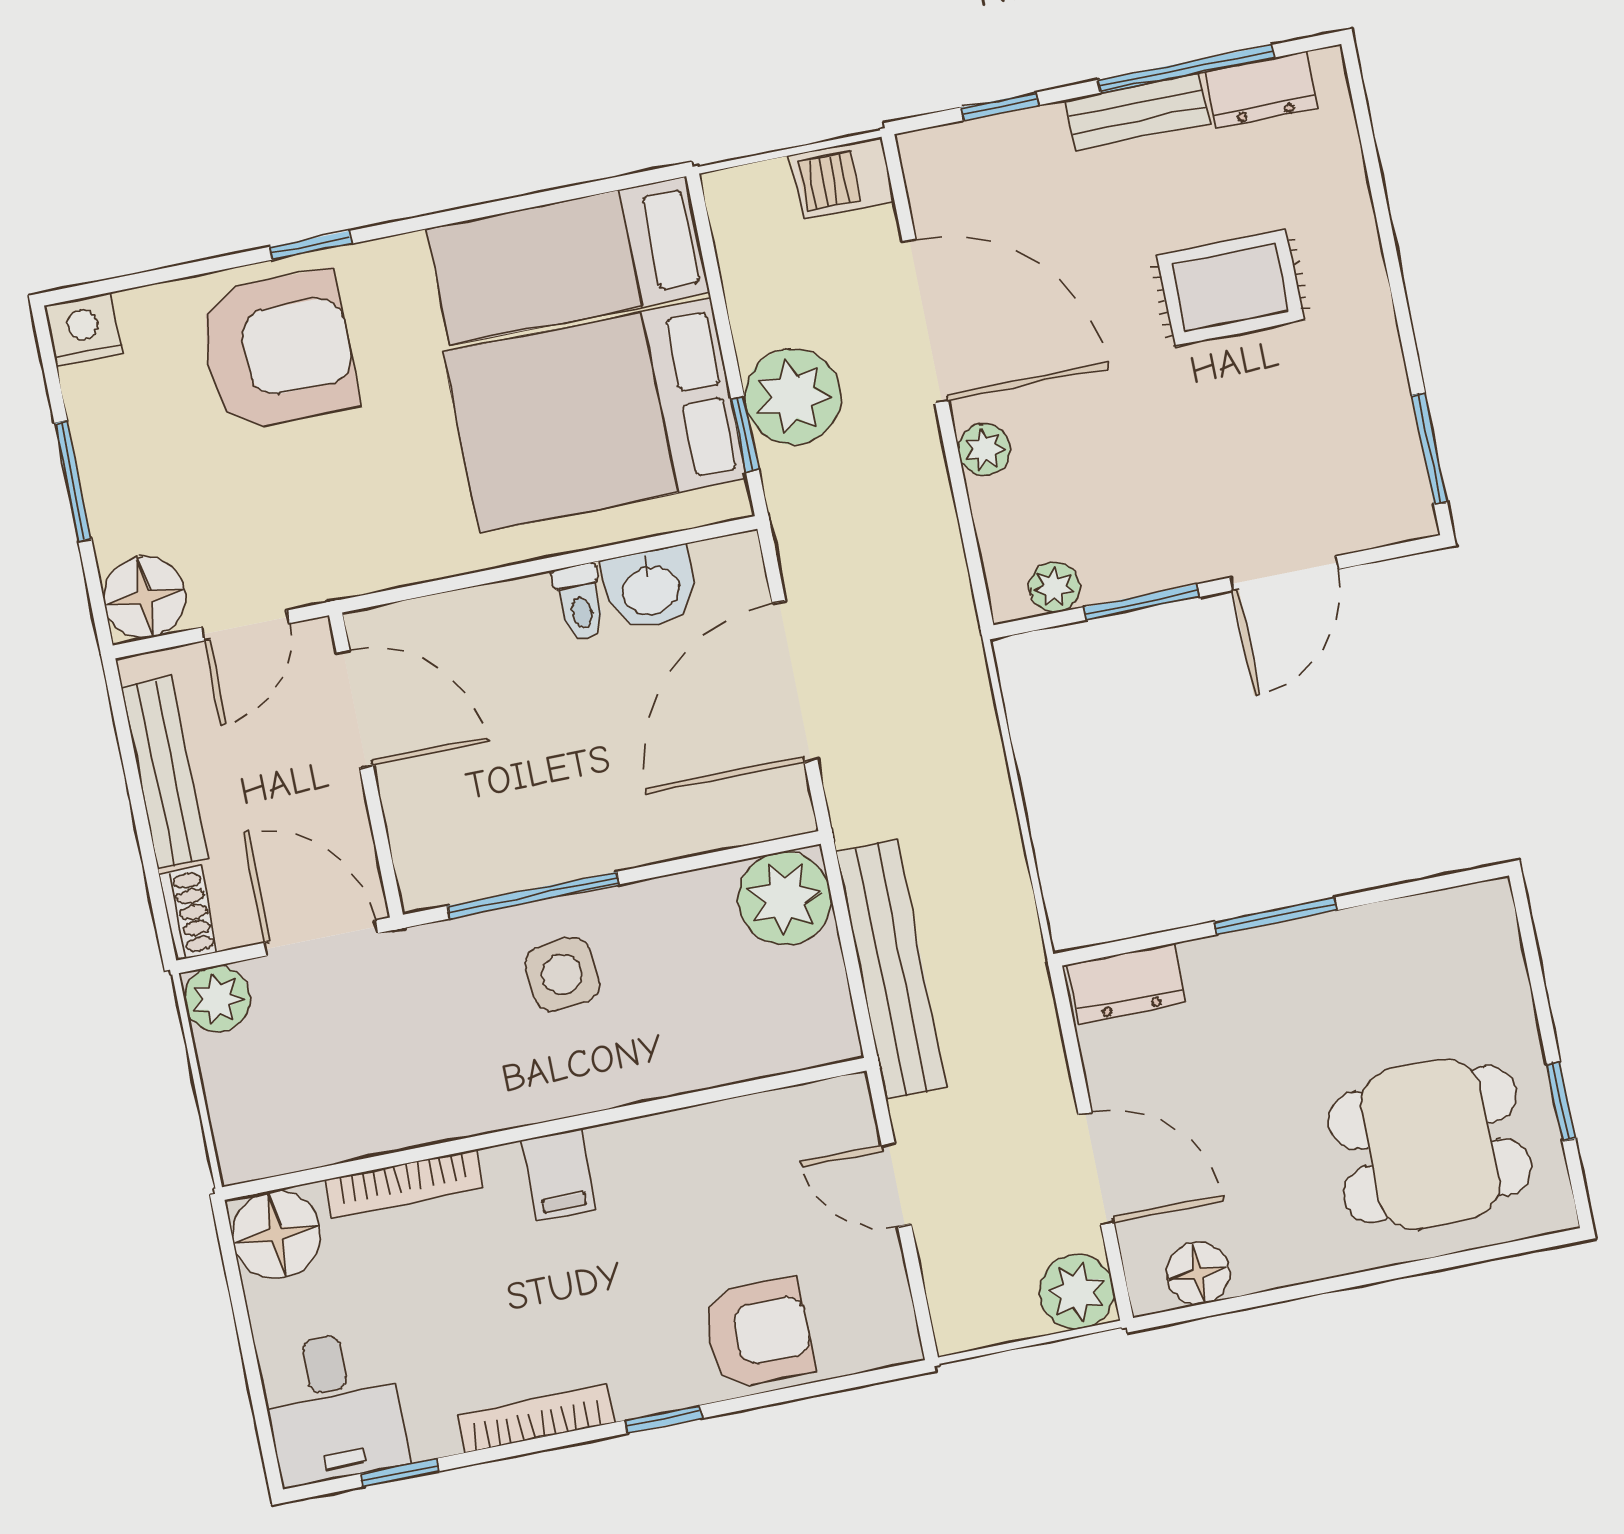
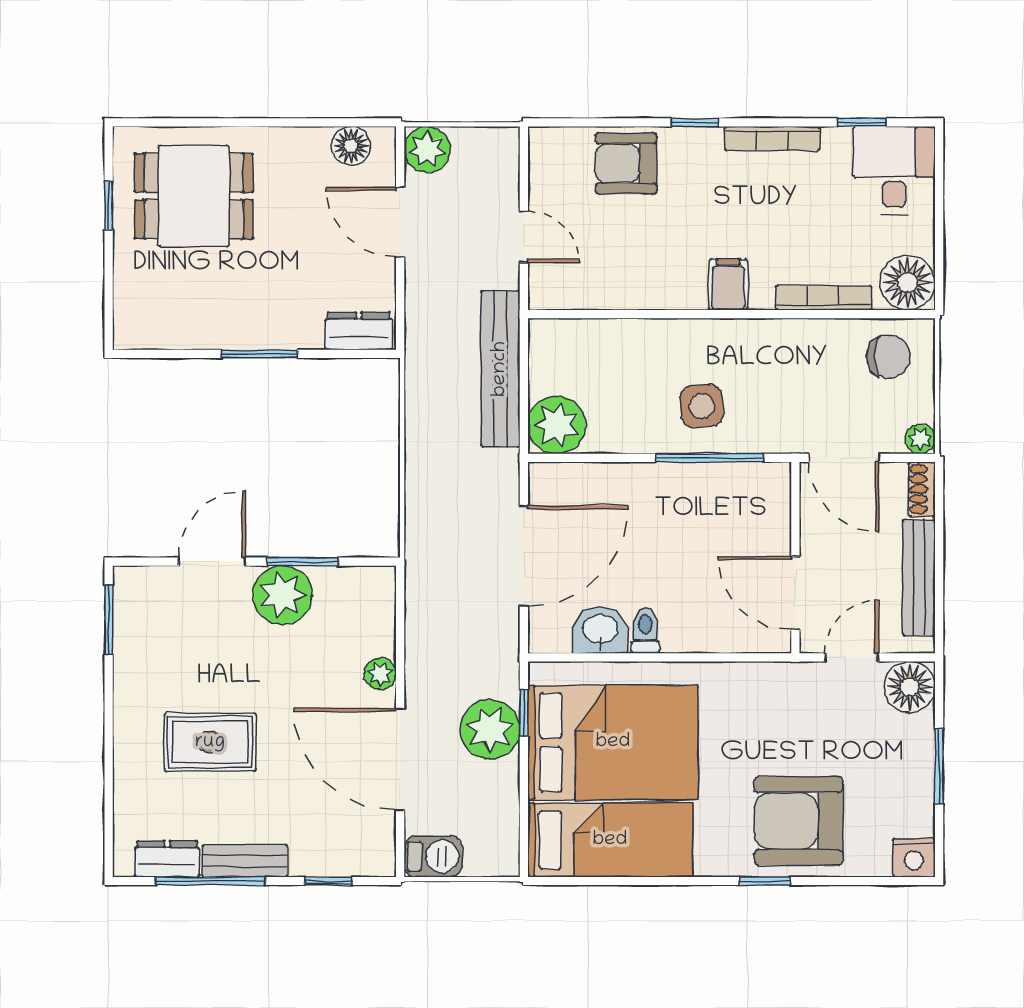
plant: (1055, 587) -> (283, 595), moved, width x1.88, depth x1.88
plant: (217, 999) -> (920, 439), width x0.73, depth x0.73
chair: (283, 1112) -> (888, 356), added

